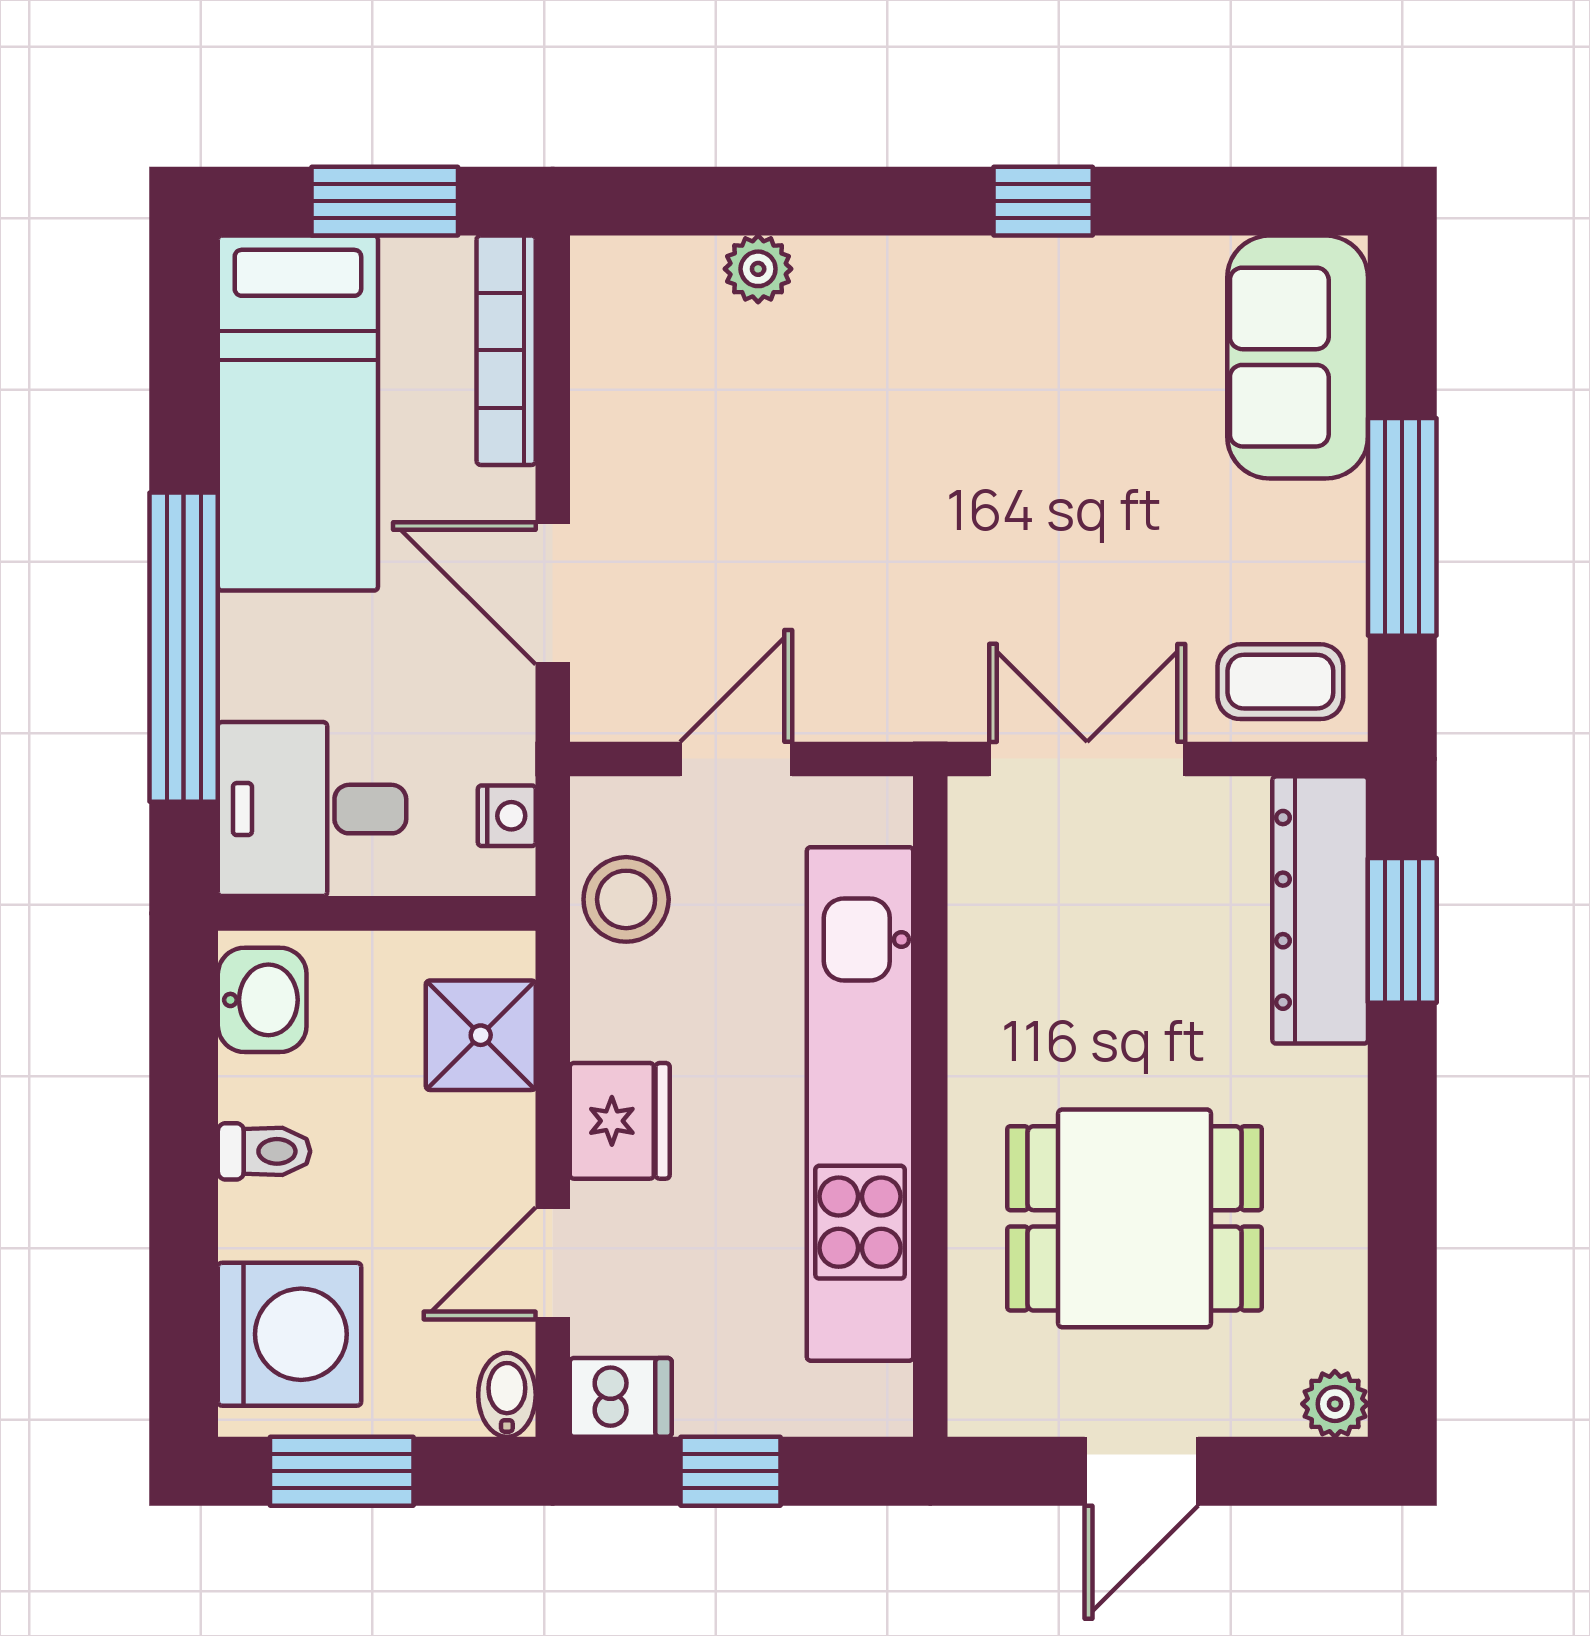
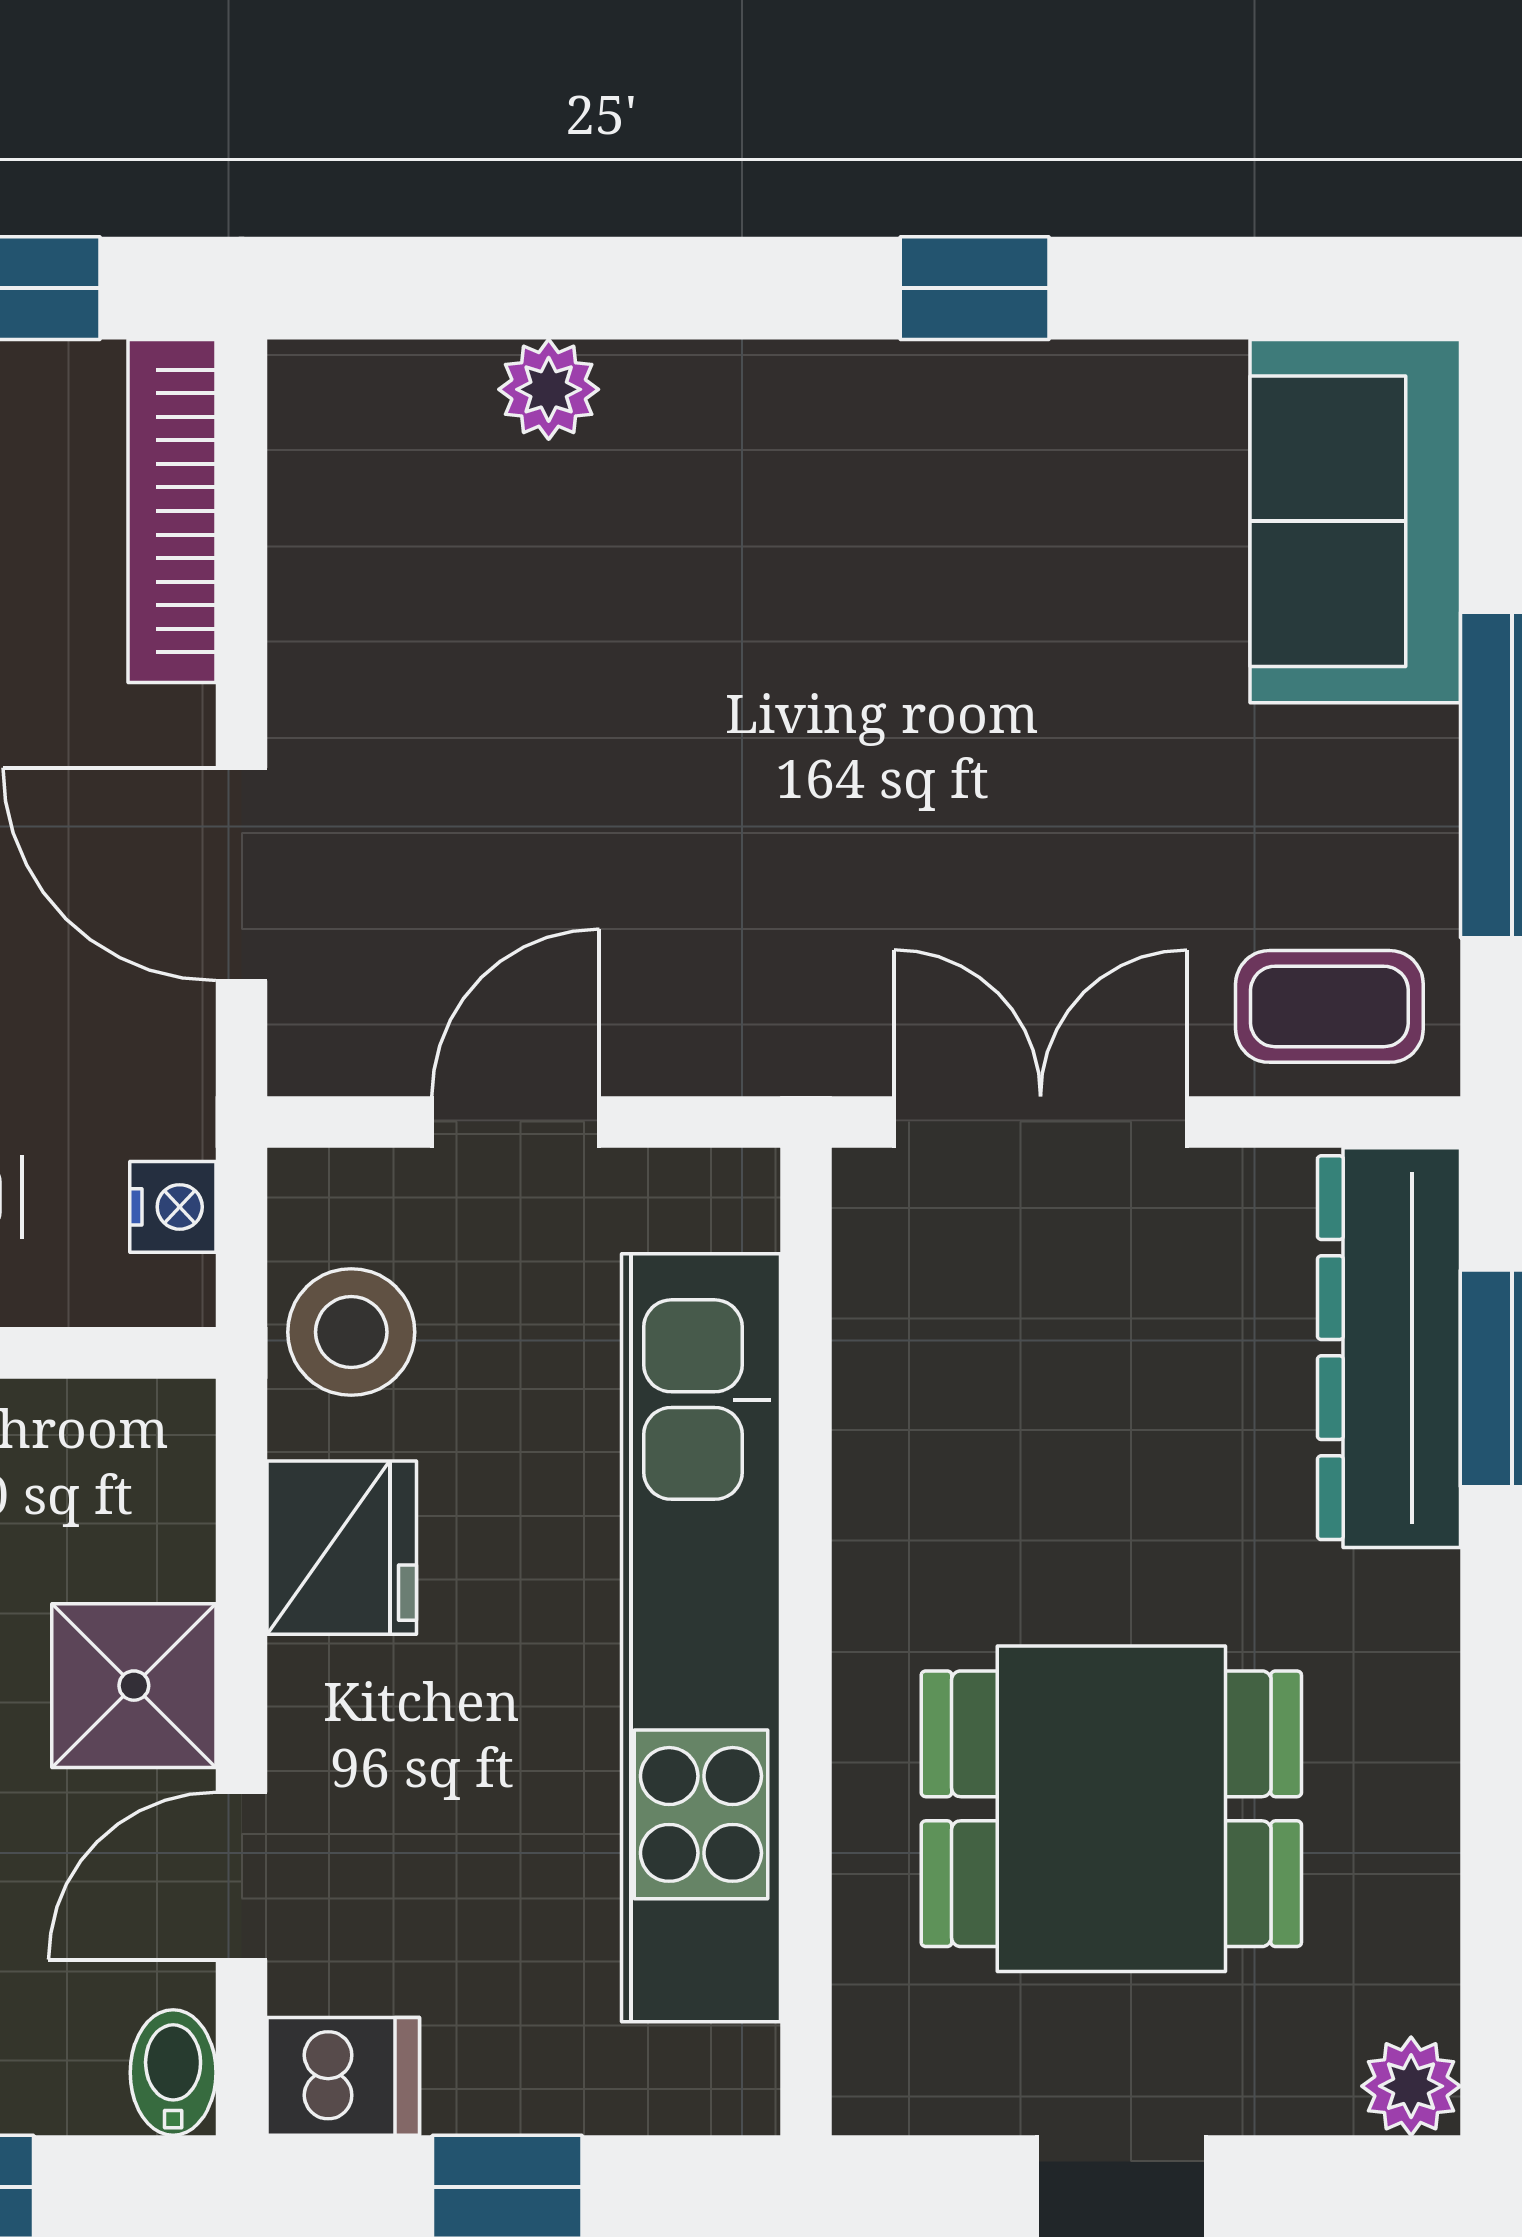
shower: (481, 1035) -> (134, 1686), moved
fridge: (620, 1121) -> (342, 1548), moved

